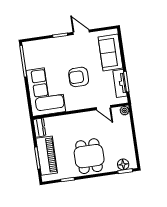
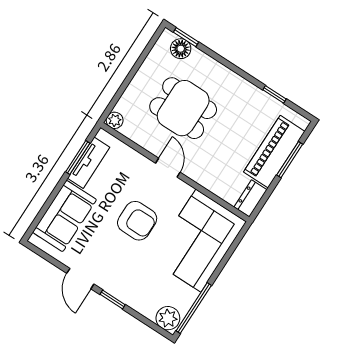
plant: (30, 48) -> (168, 318), added
door: (103, 108) -> (168, 168), moved
dining table: (89, 156) -> (183, 108), moved, turned 90

